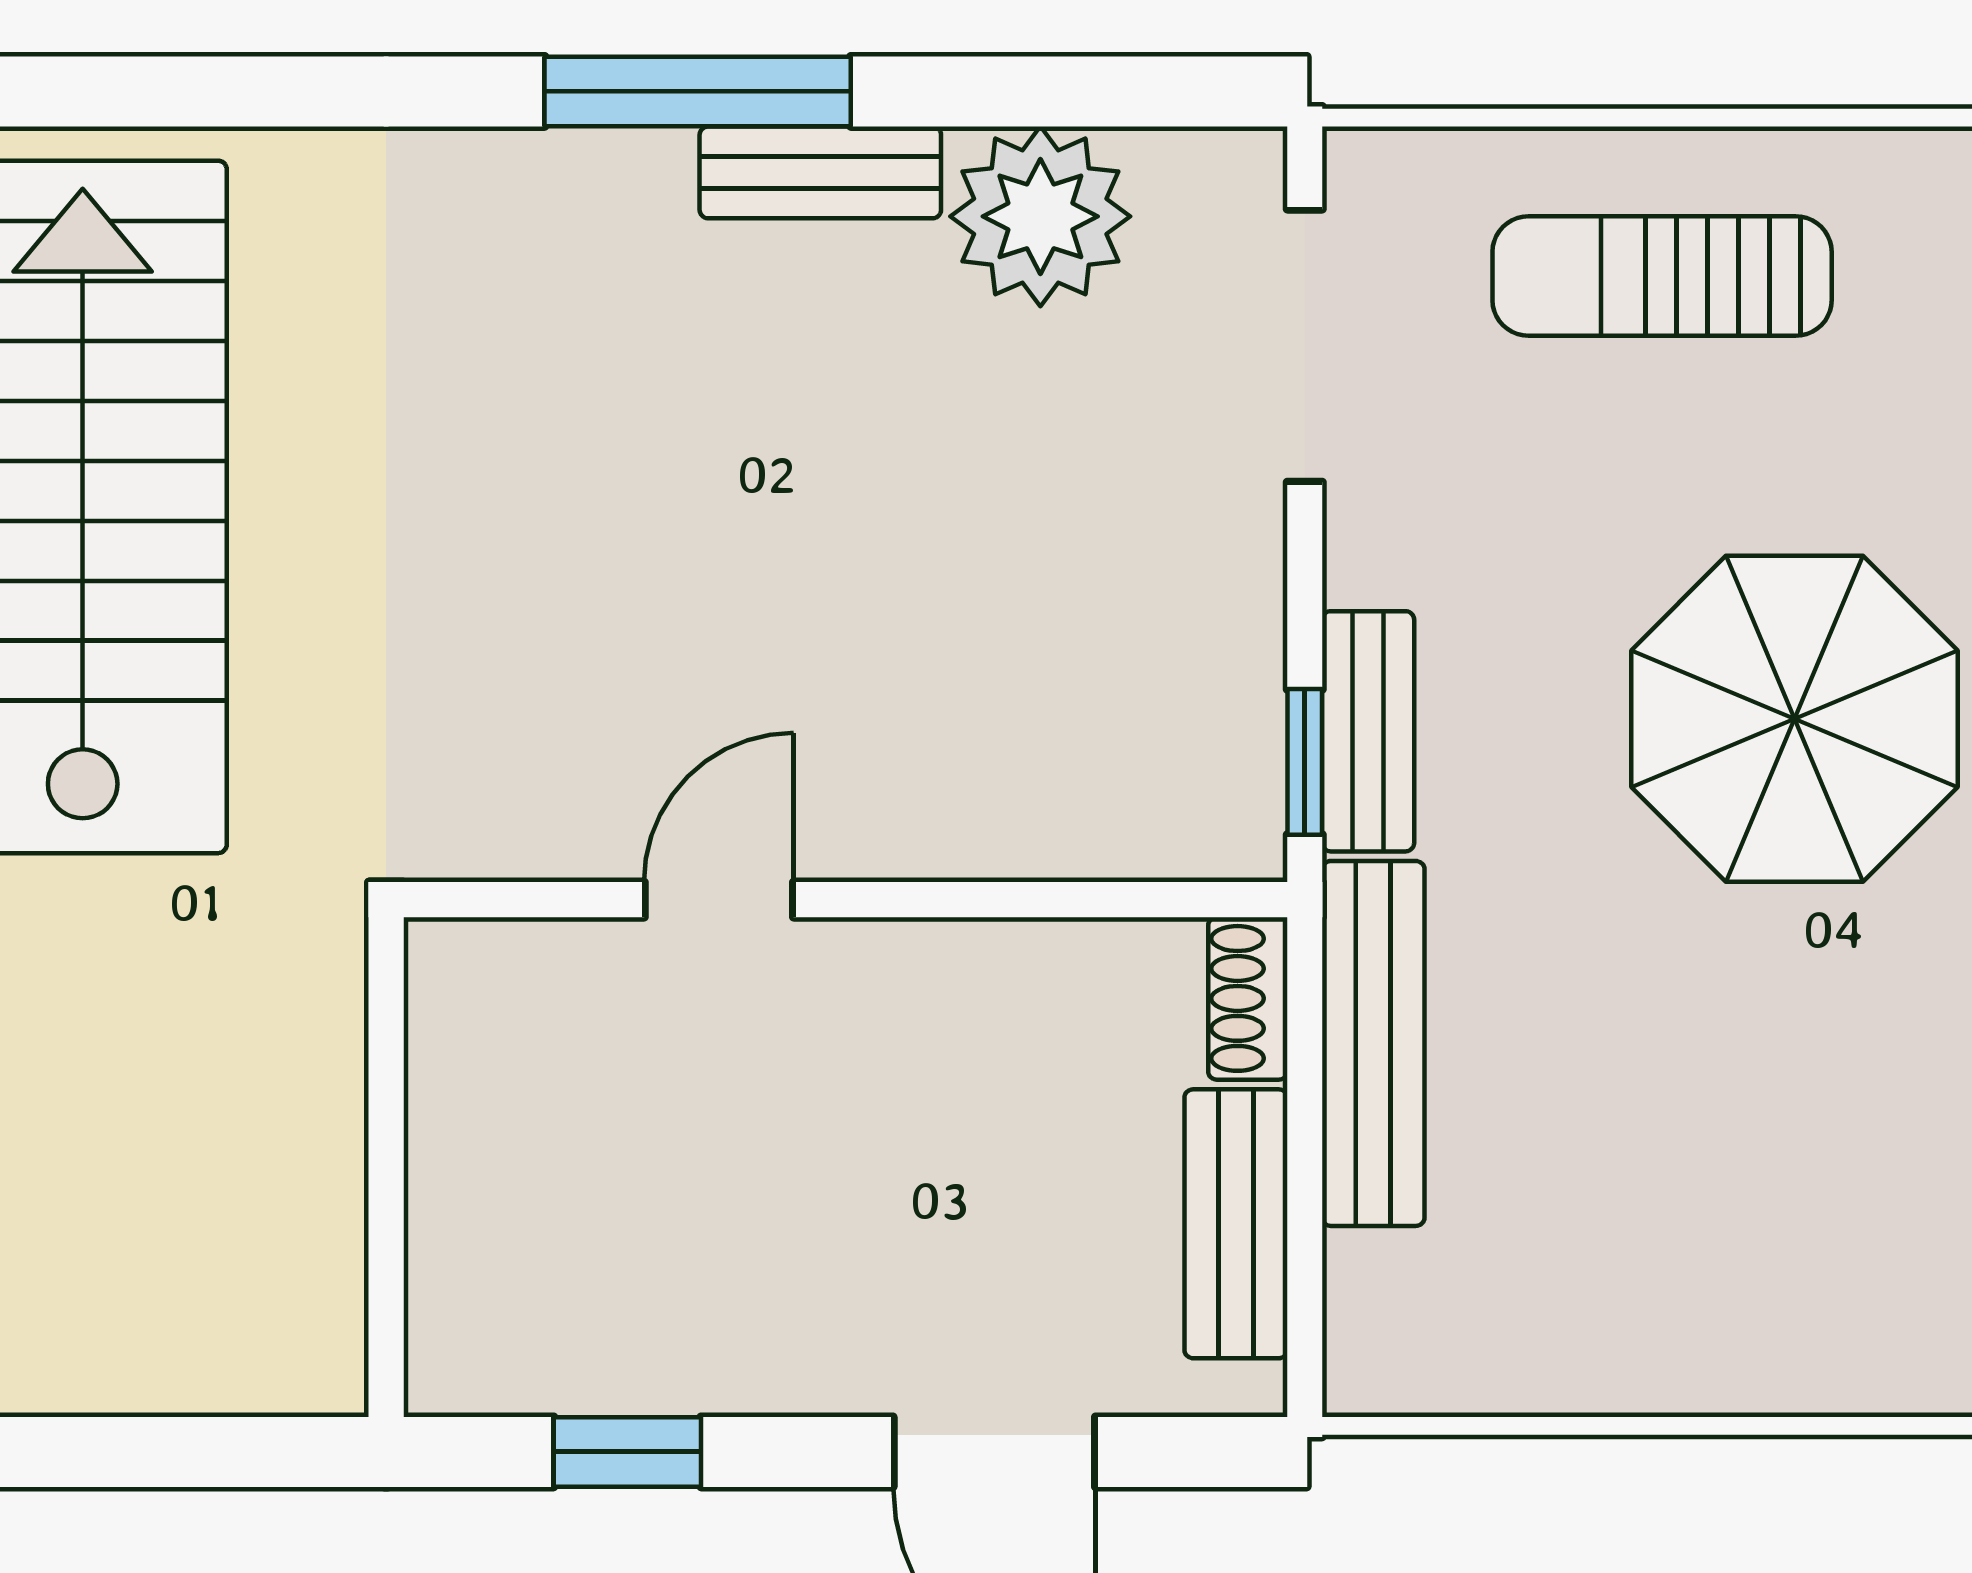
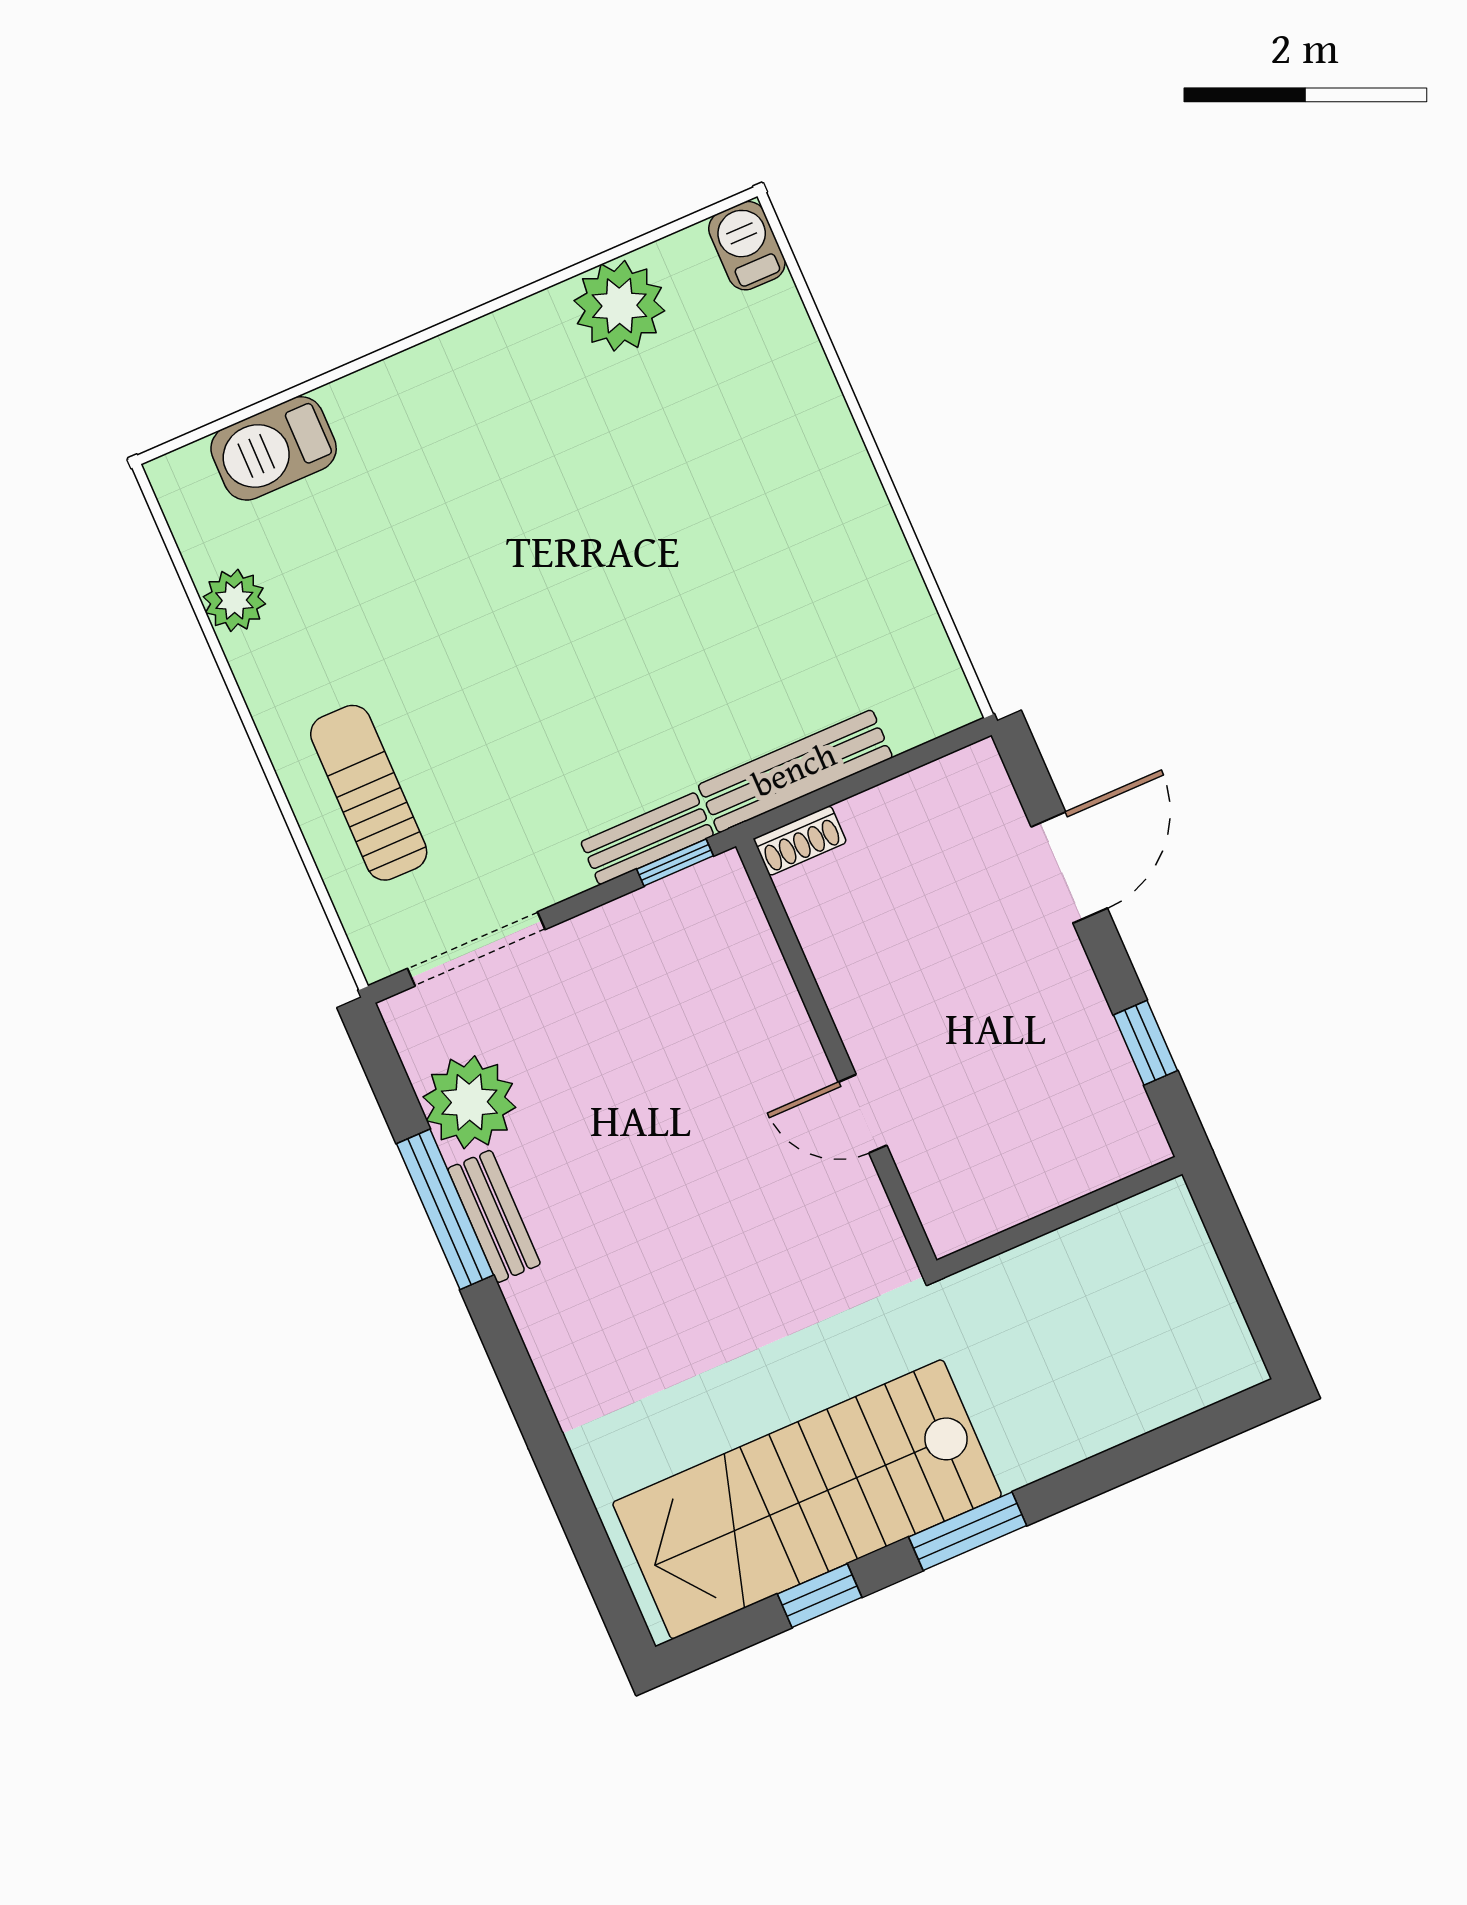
window: (698, 91) -> (445, 1209), moved
sun lounger: (1662, 276) -> (369, 793), turned 180
parasol: (1794, 719) -> (553, 638), removed
bench: (1236, 1224) -> (910, 799), removed

